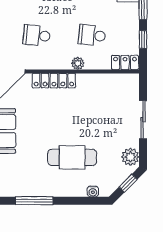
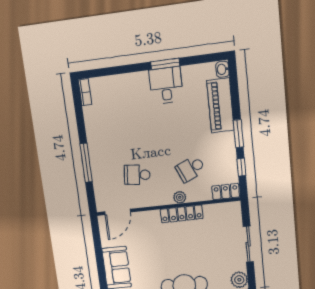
school desk: (92, 35) -> (191, 169), turned -30
locker: (54, 81) -> (182, 214), moved

